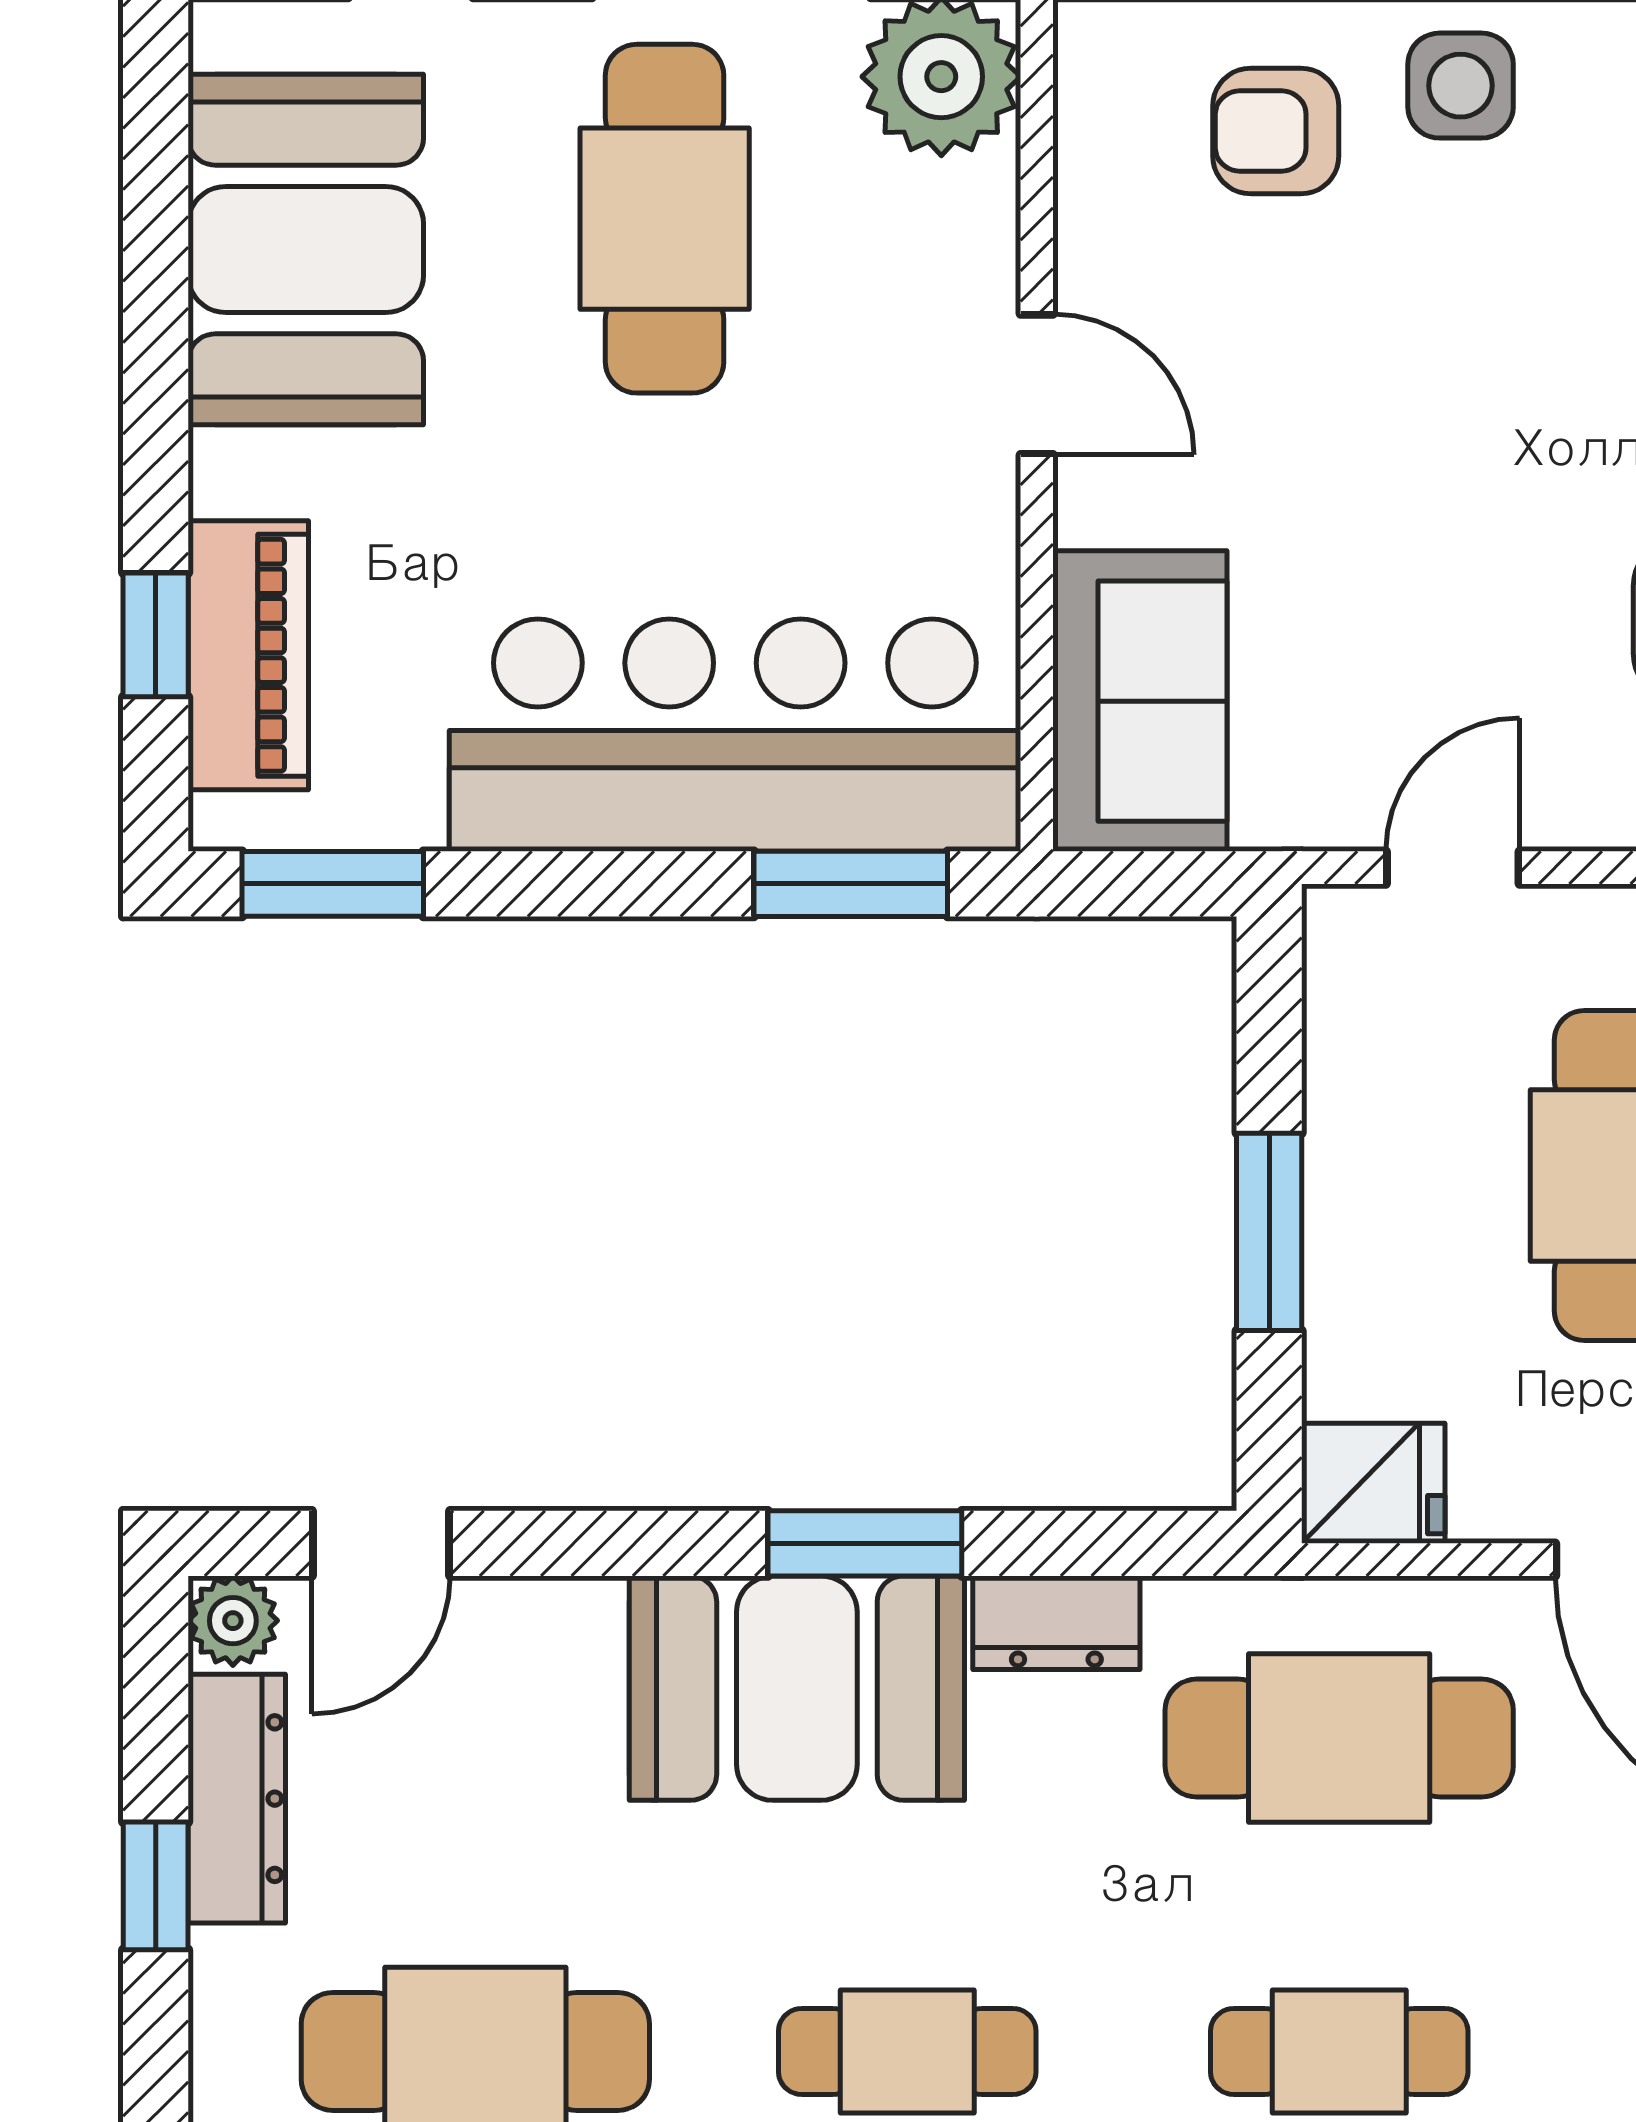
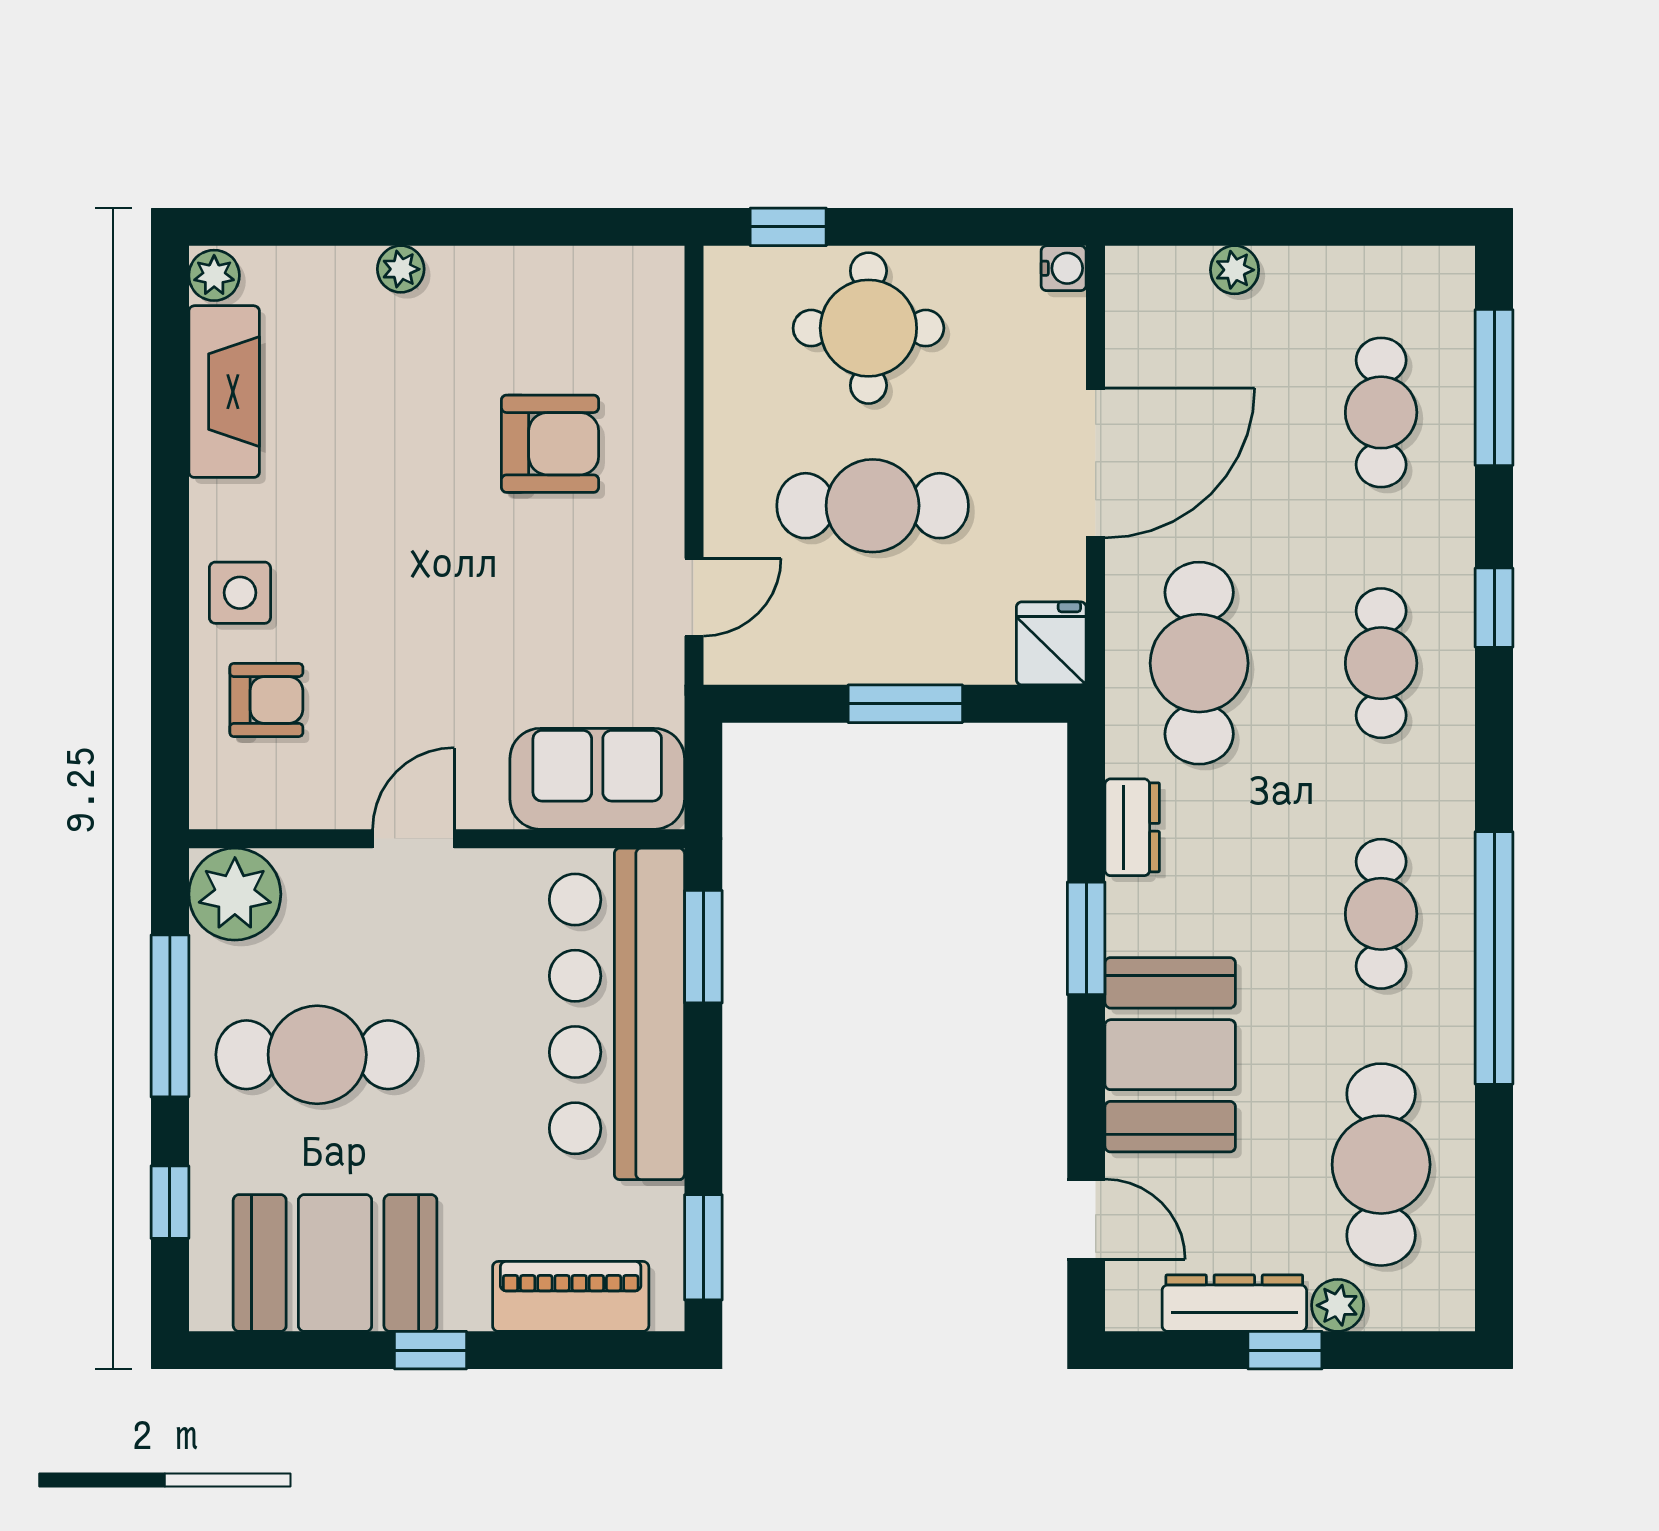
armchair: (1276, 131) -> (266, 700), turned -90
window: (156, 635) -> (431, 1350), moved
door: (1453, 868) -> (694, 597), swing flipped
plant: (233, 1621) -> (1338, 1305), moved
booth: (797, 1688) -> (1170, 1055), moved

